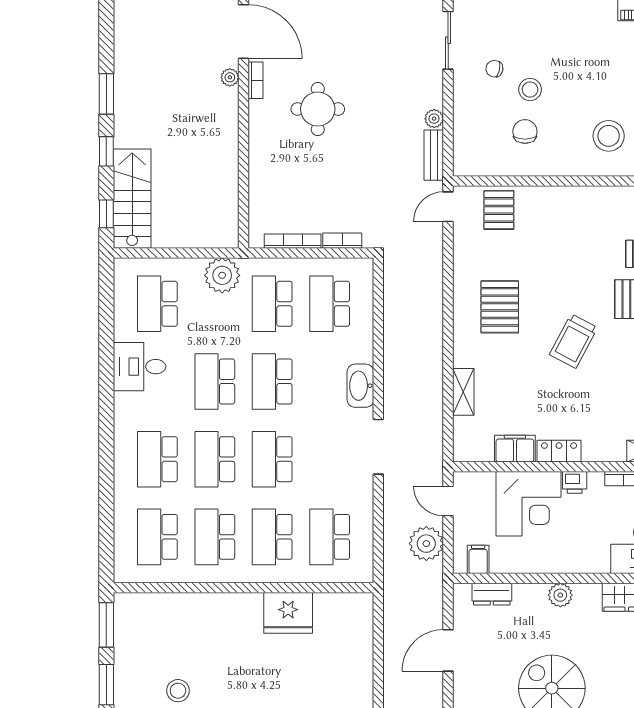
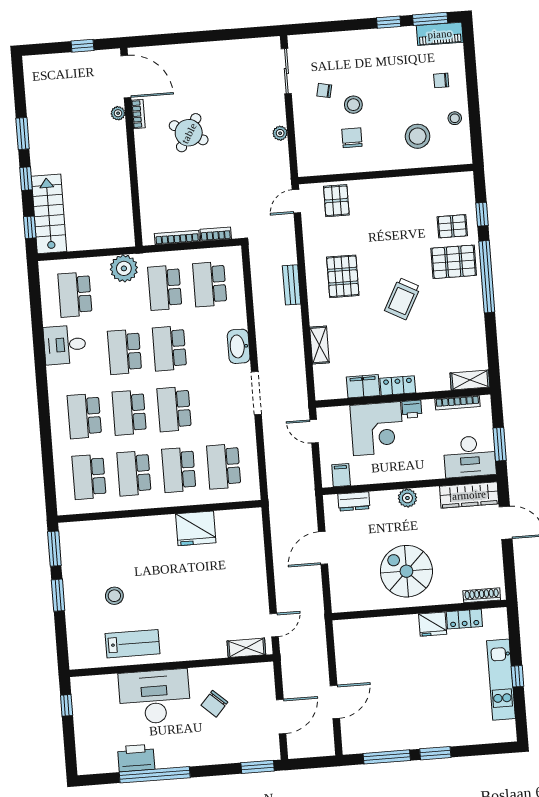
round table: (318, 109) -> (189, 133), turned 31
bench: (434, 155) -> (292, 285), moved
plant: (426, 544) -> (300, 466), removed

